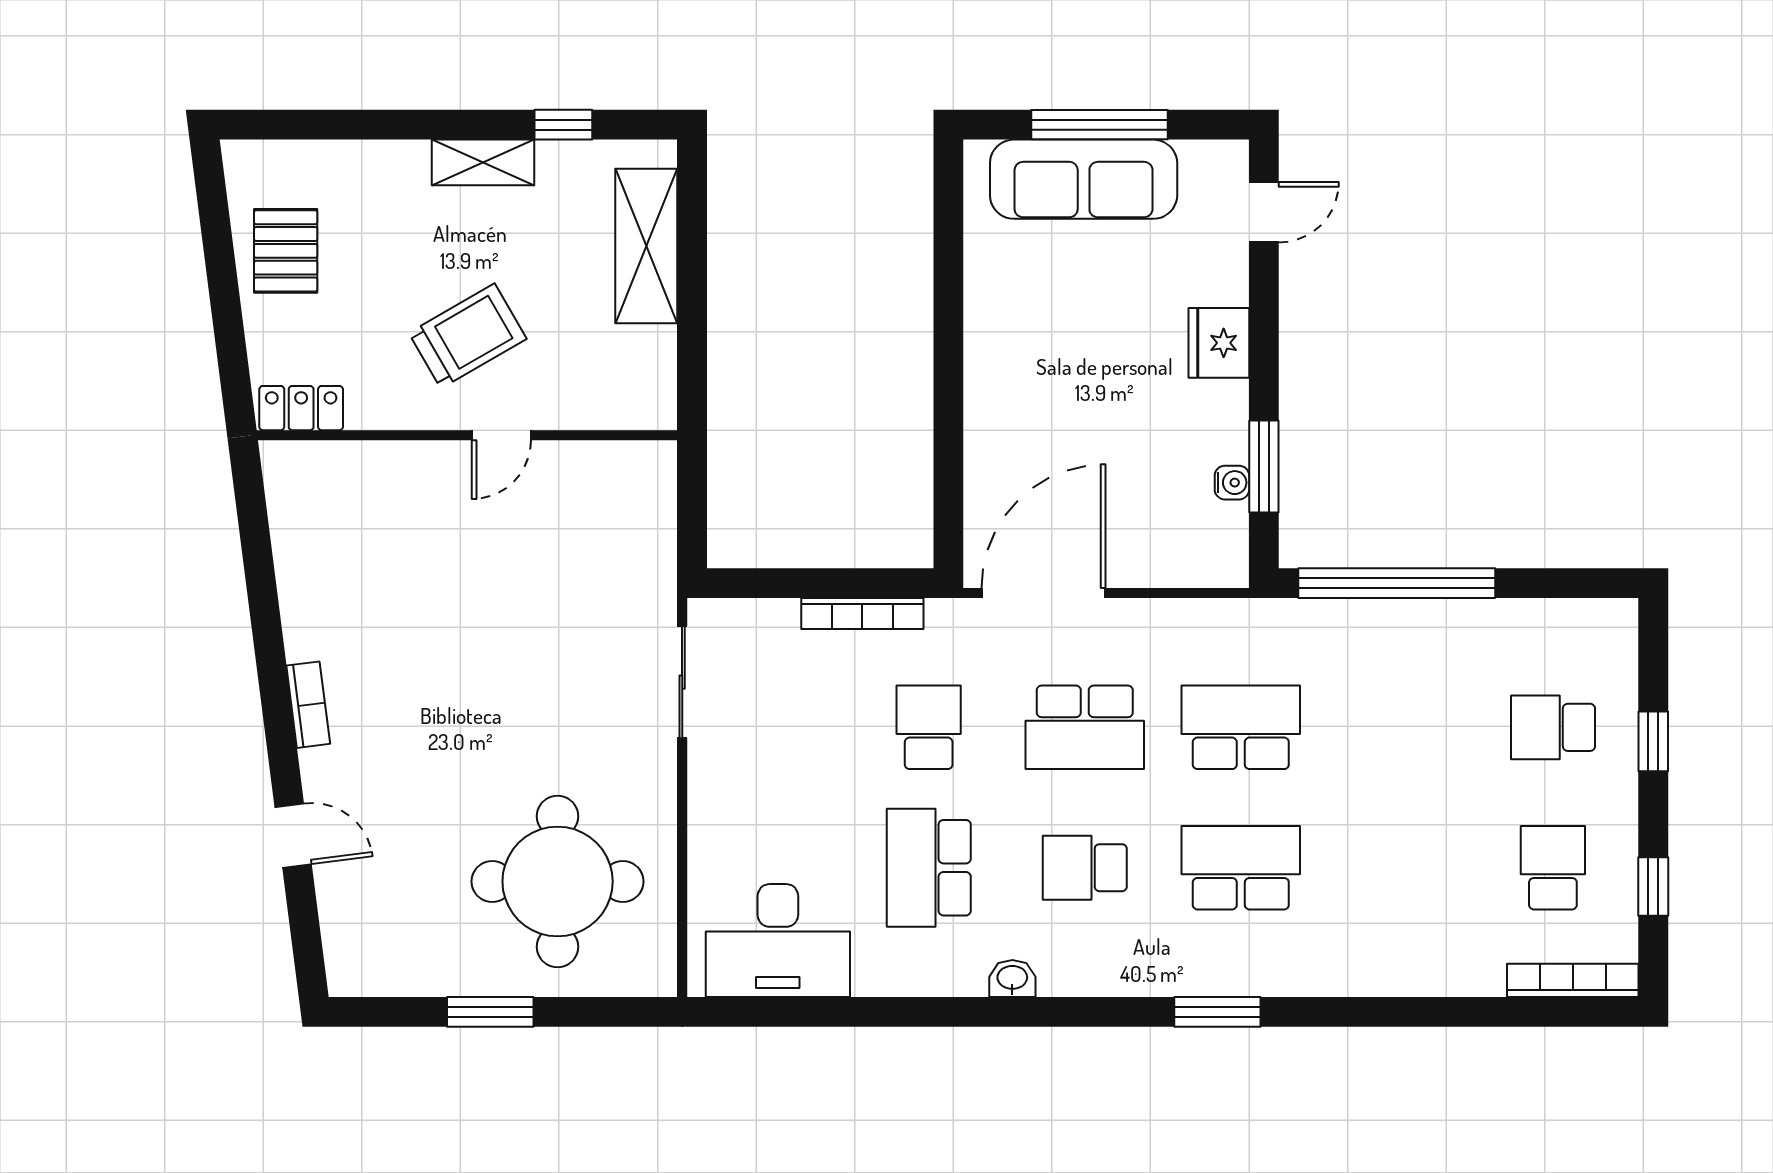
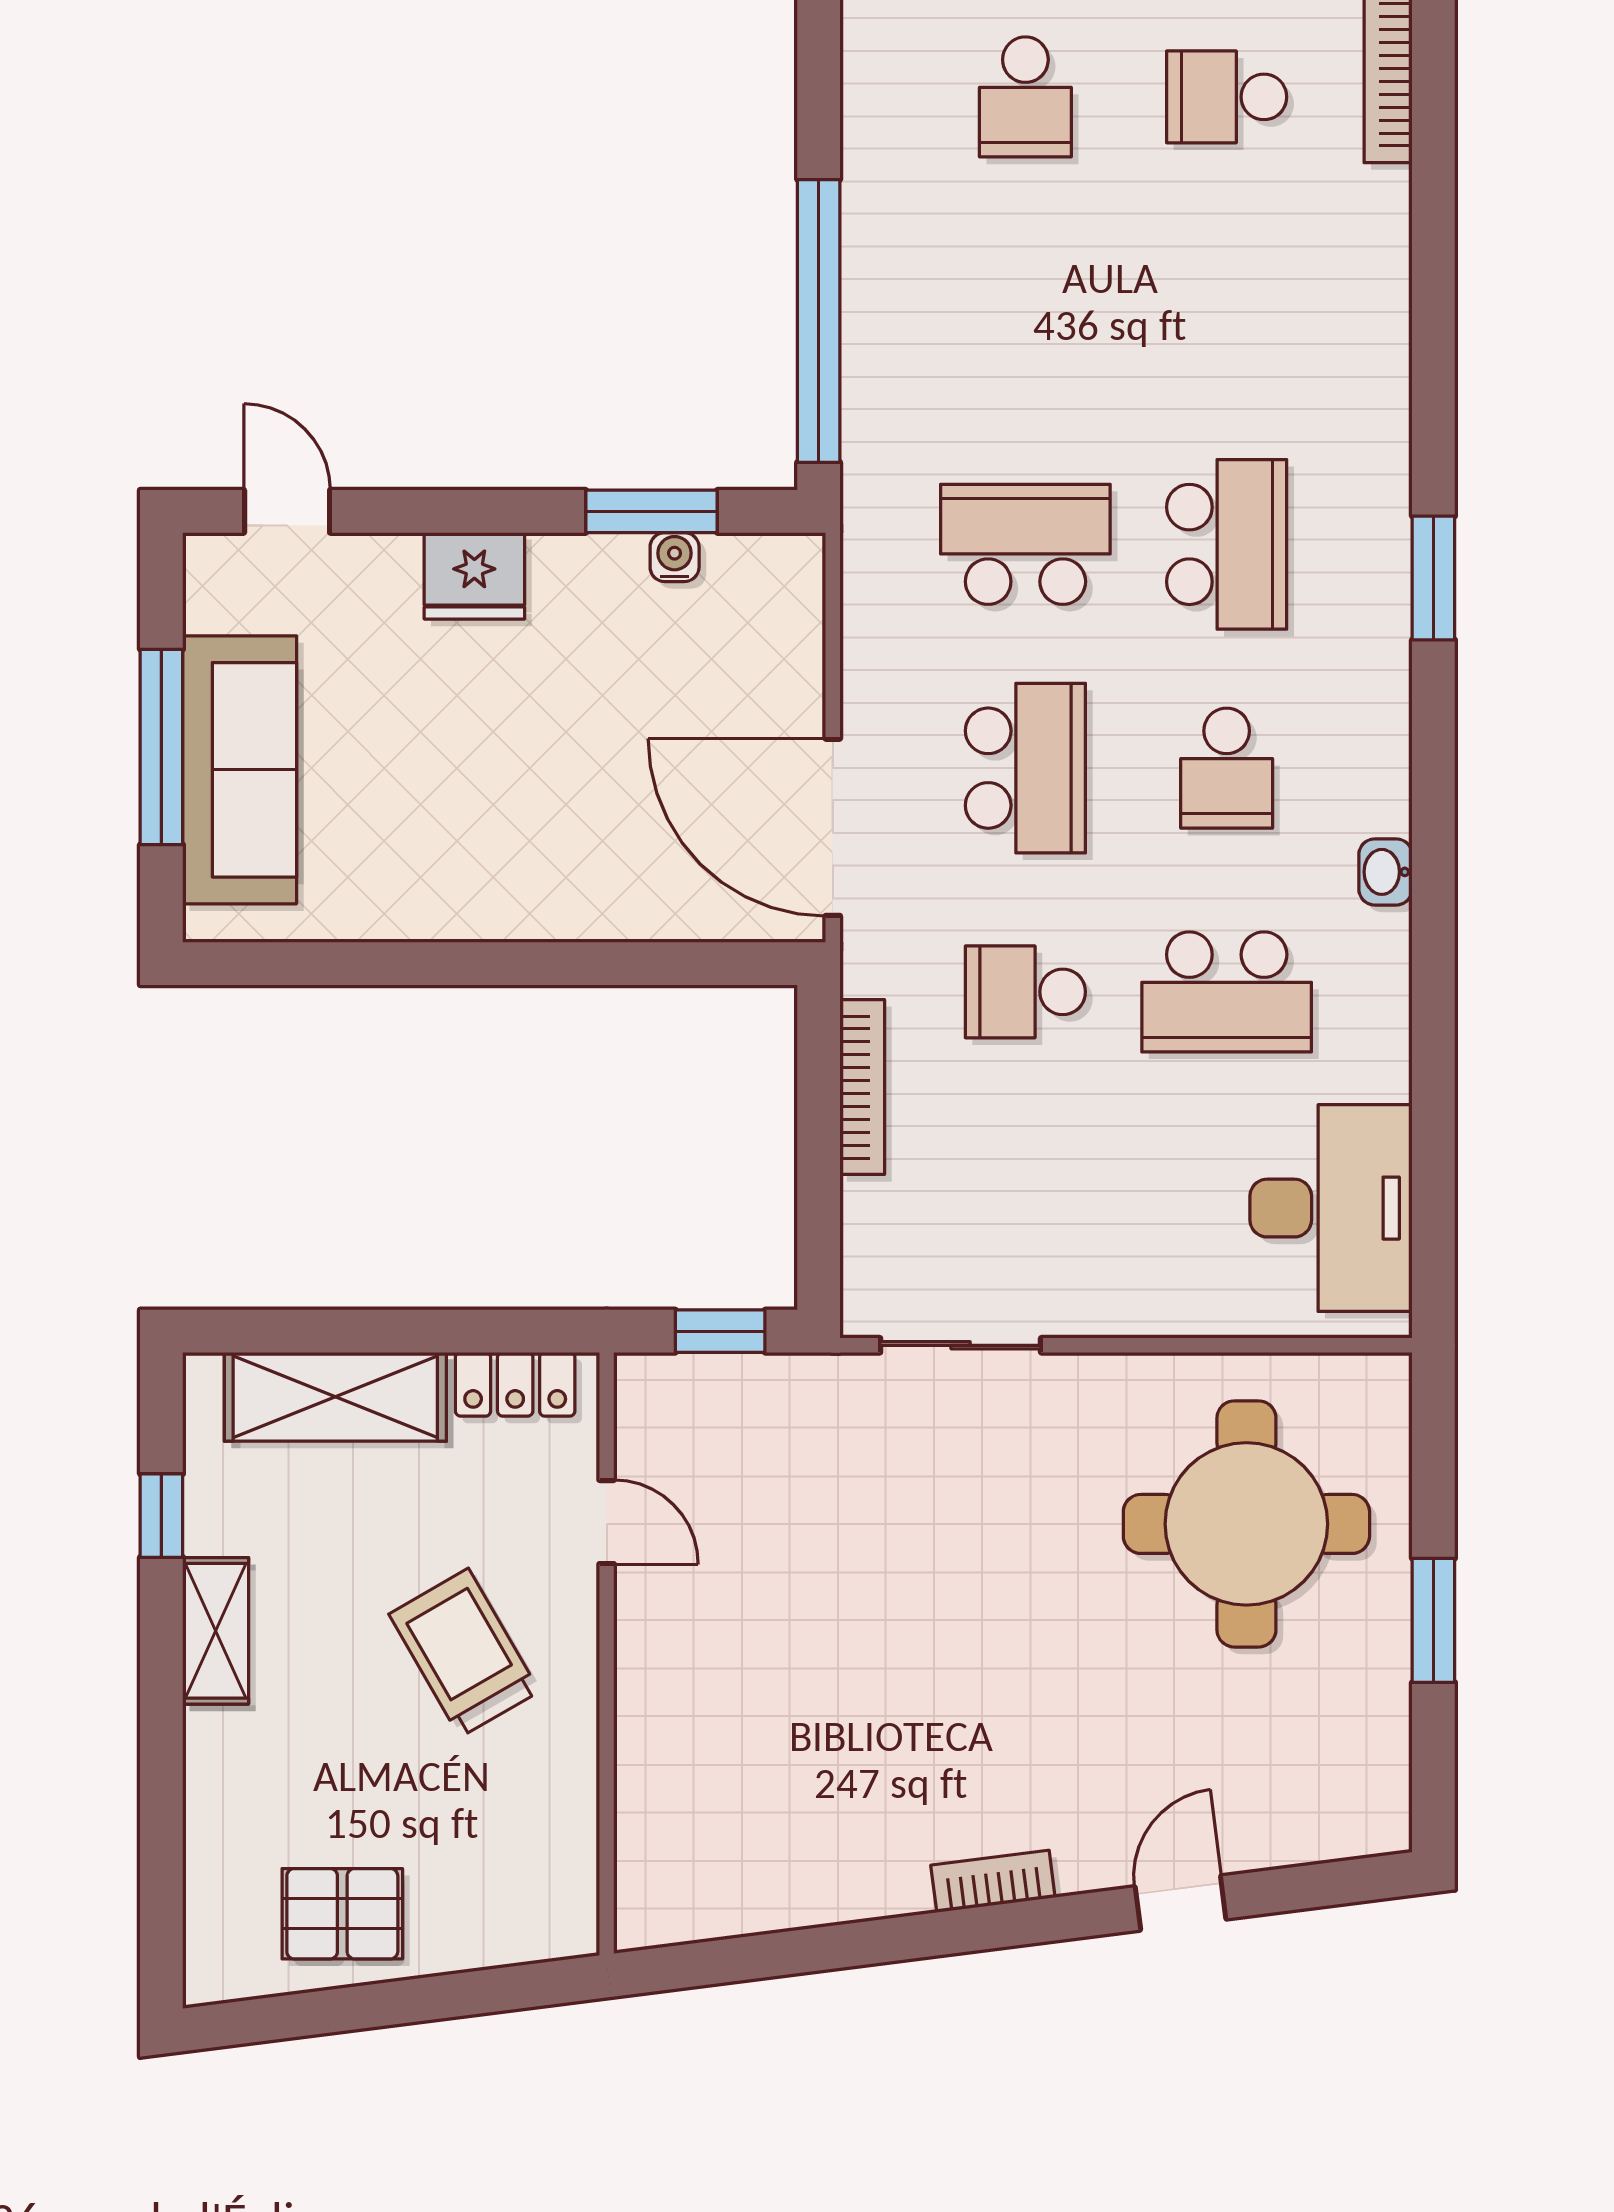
locker: (301, 408) -> (515, 1384), moved, turned -90
door: (501, 435) -> (607, 1522), moved
window: (692, 514) -> (720, 1331), added
school desk: (1241, 727) -> (1025, 544), turned 90
school desk: (1241, 868) -> (1227, 544), turned 180

